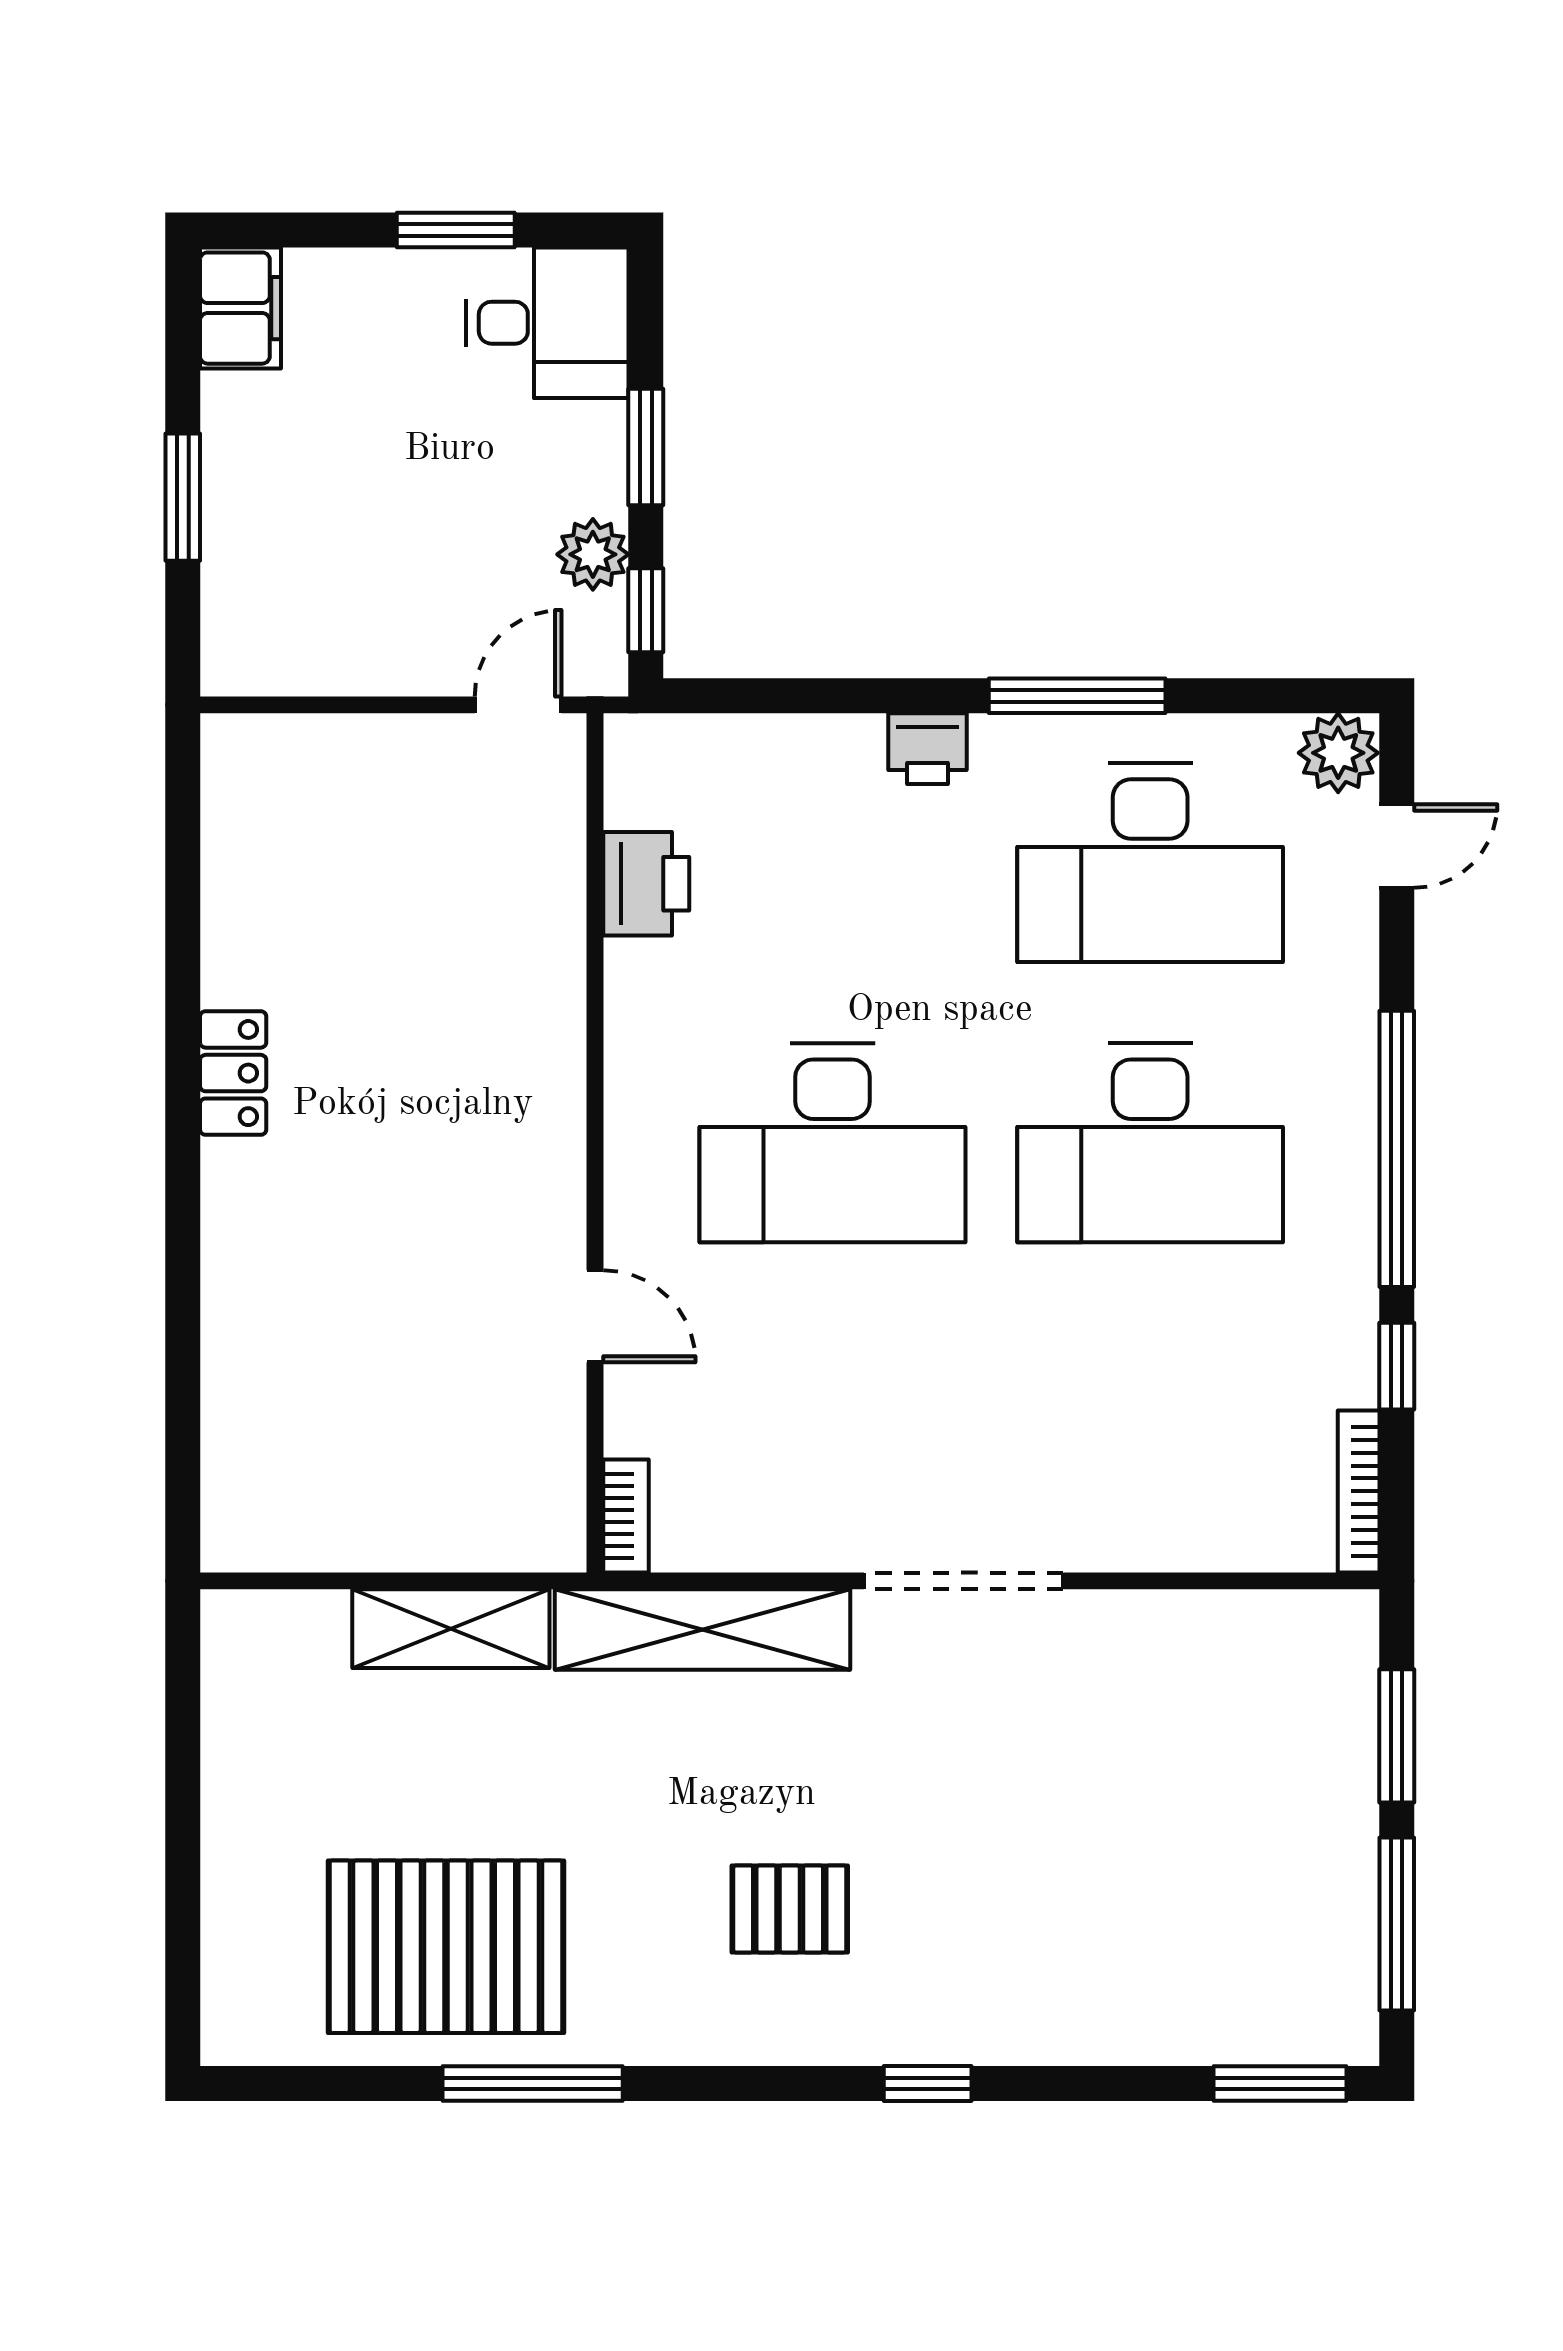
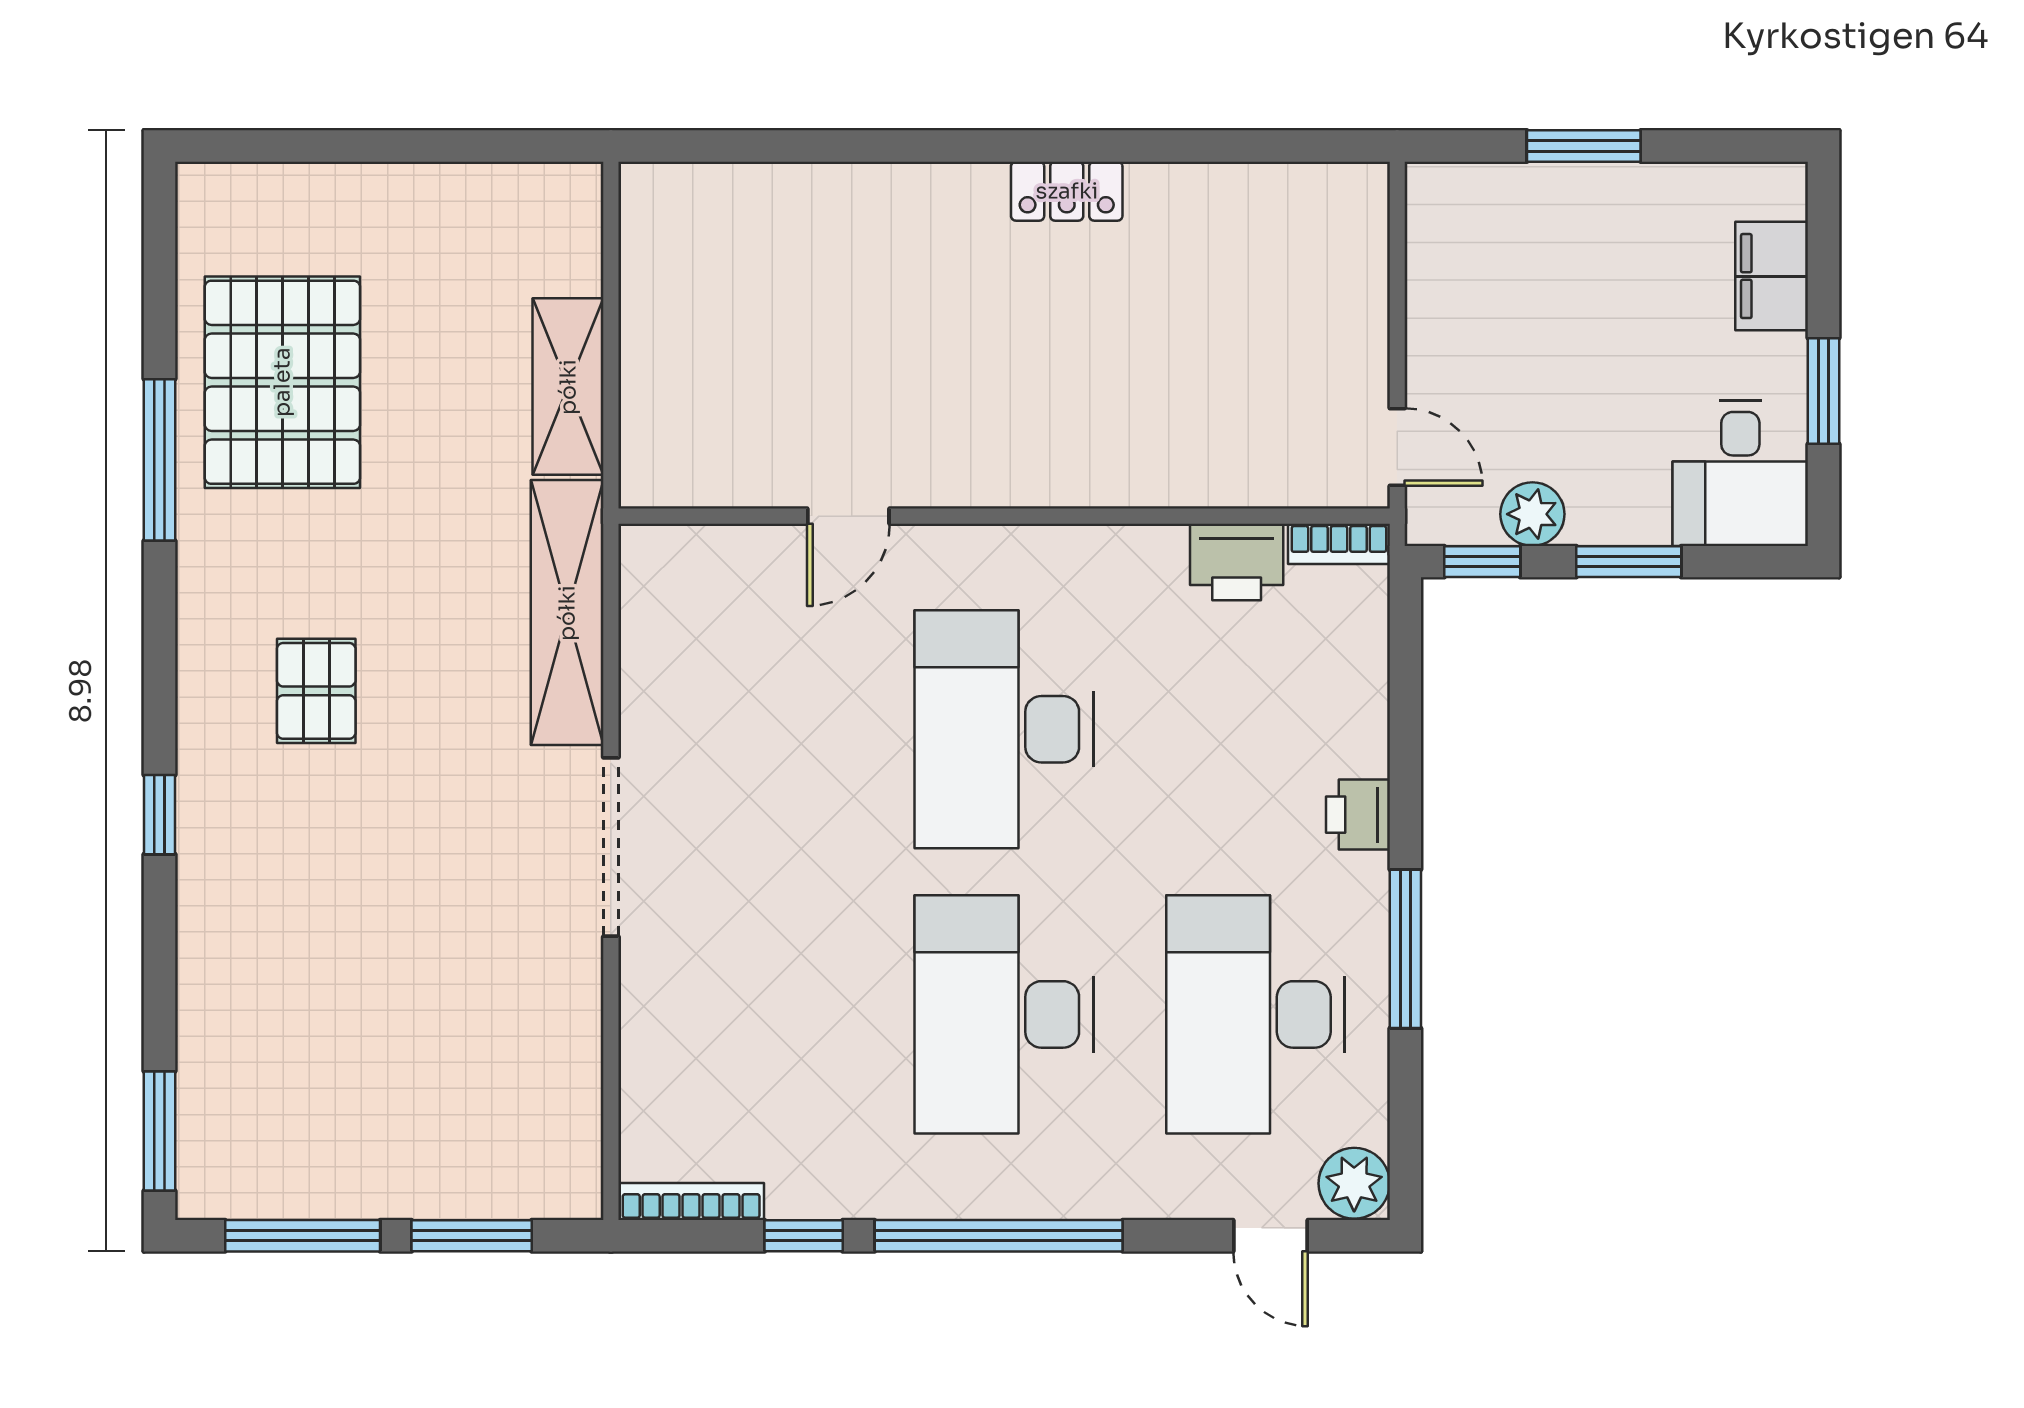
filing cabinet: (241, 308) -> (1772, 276), moved, turned 90
bookcase: (626, 1516) -> (1339, 544), moved

